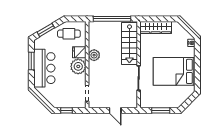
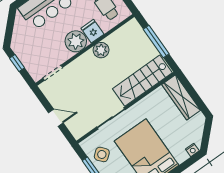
window: (112, 19) -> (156, 41), width x0.68
side table: (156, 98) -> (102, 154), added
door: (115, 110) -> (56, 118), swing flipped

